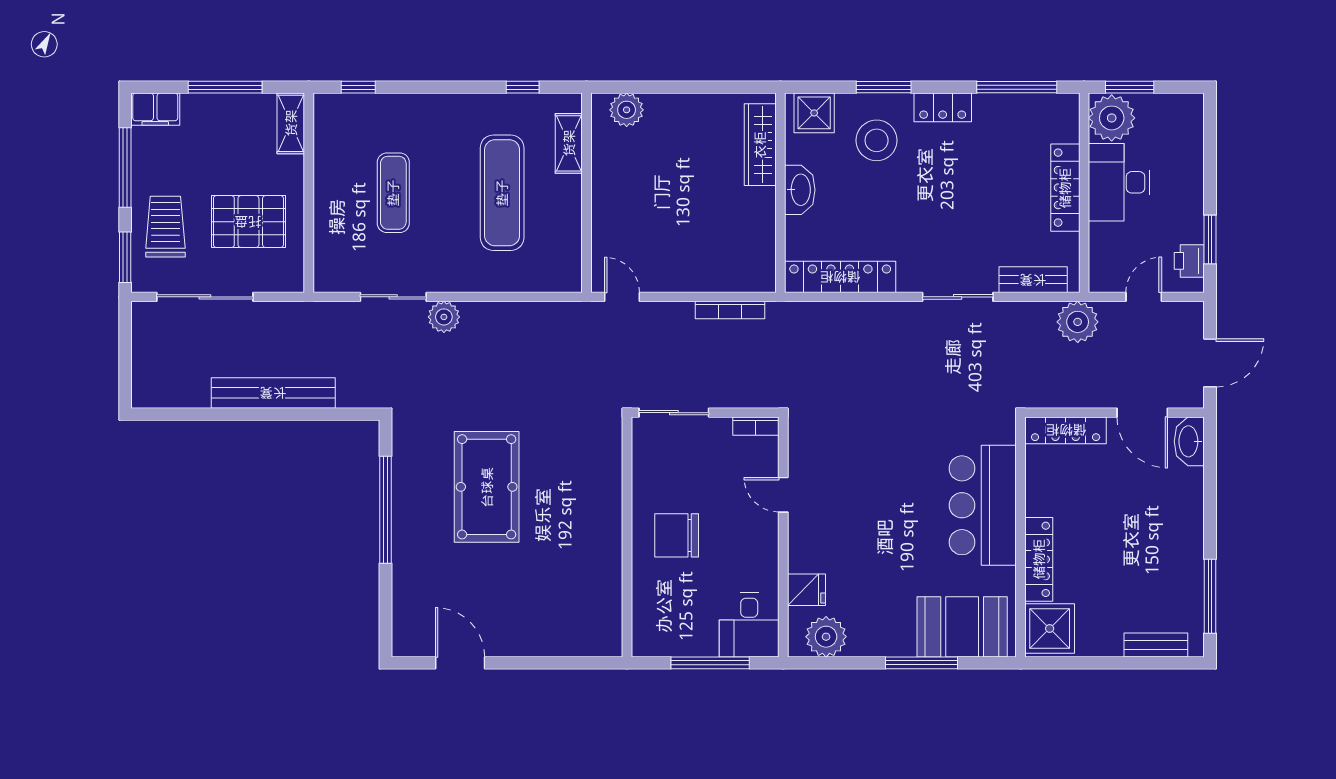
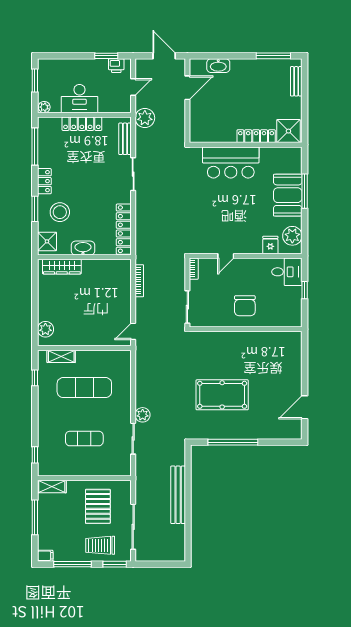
window: (1130, 87) -> (35, 81), moved
filing cabinet: (155, 109) -> (45, 556), width x0.50
plant: (1112, 118) -> (44, 107), width x0.53, depth x0.53
door: (1144, 297) -> (133, 87), swing flipped
locker: (1066, 430) -> (196, 124), removed
washbasin: (1189, 441) -> (218, 66), moved
booth: (962, 627) -> (288, 195), moved
window: (710, 663) -> (305, 290), width x0.46

